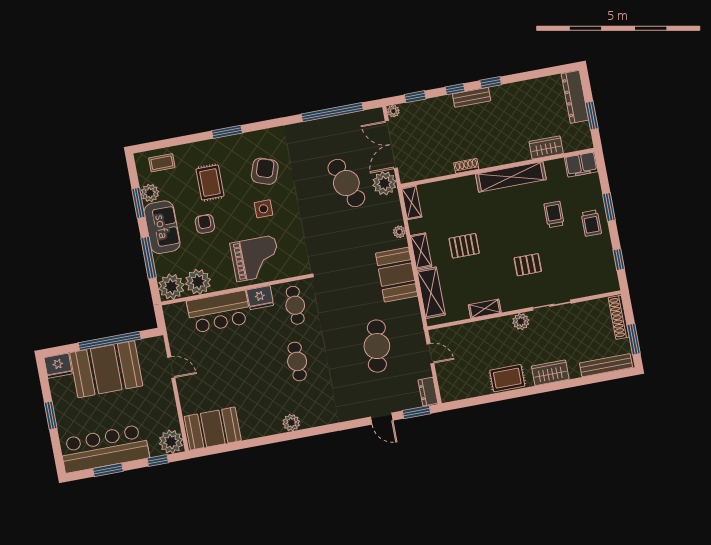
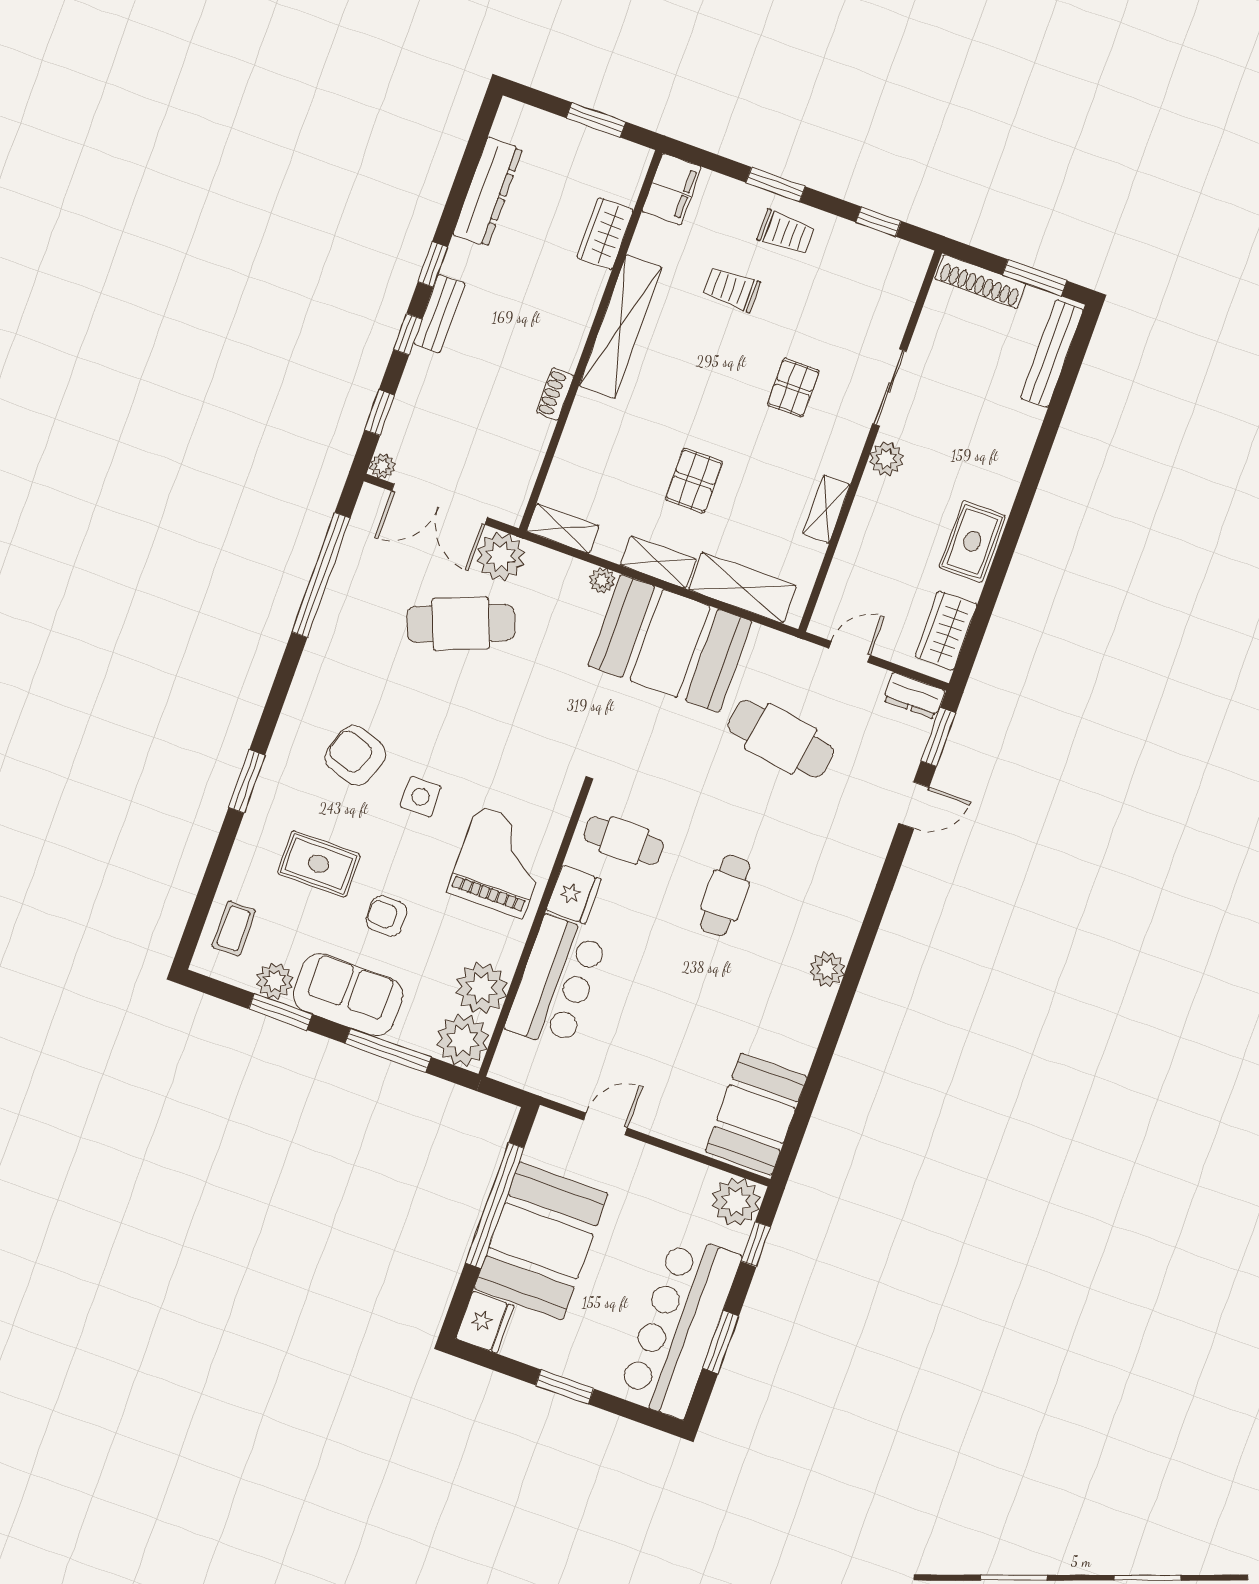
dresser: (575, 97) -> (488, 192), moved, turned -90
booth: (397, 275) -> (670, 643), width x1.36, depth x1.42
cafe table: (297, 361) -> (725, 895), turned 90
wardrobe: (550, 373) -> (946, 631), moved

